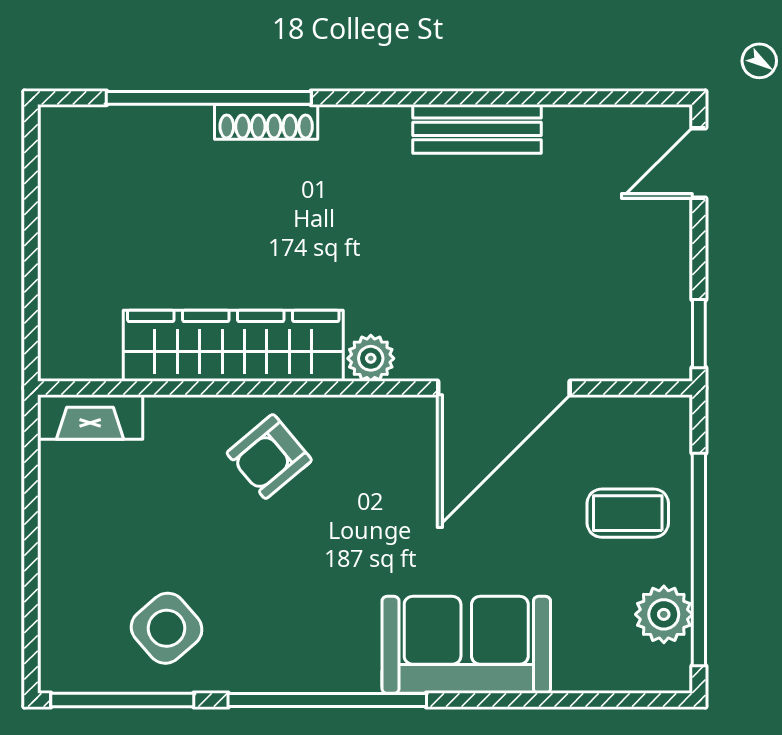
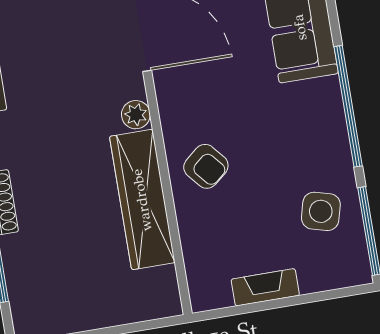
fireplace: (90, 417) -> (265, 287), moved, turned -90
side table: (167, 628) -> (321, 211), turned -34

